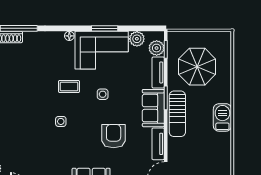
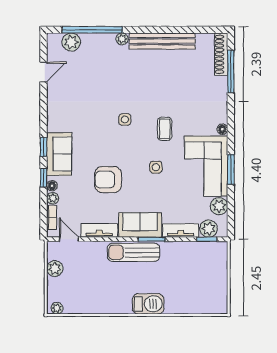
parasol: (197, 67) -> (187, 275), removed
barbecue: (222, 117) -> (148, 304), moved
armchair: (114, 136) -> (108, 180), turned 180

